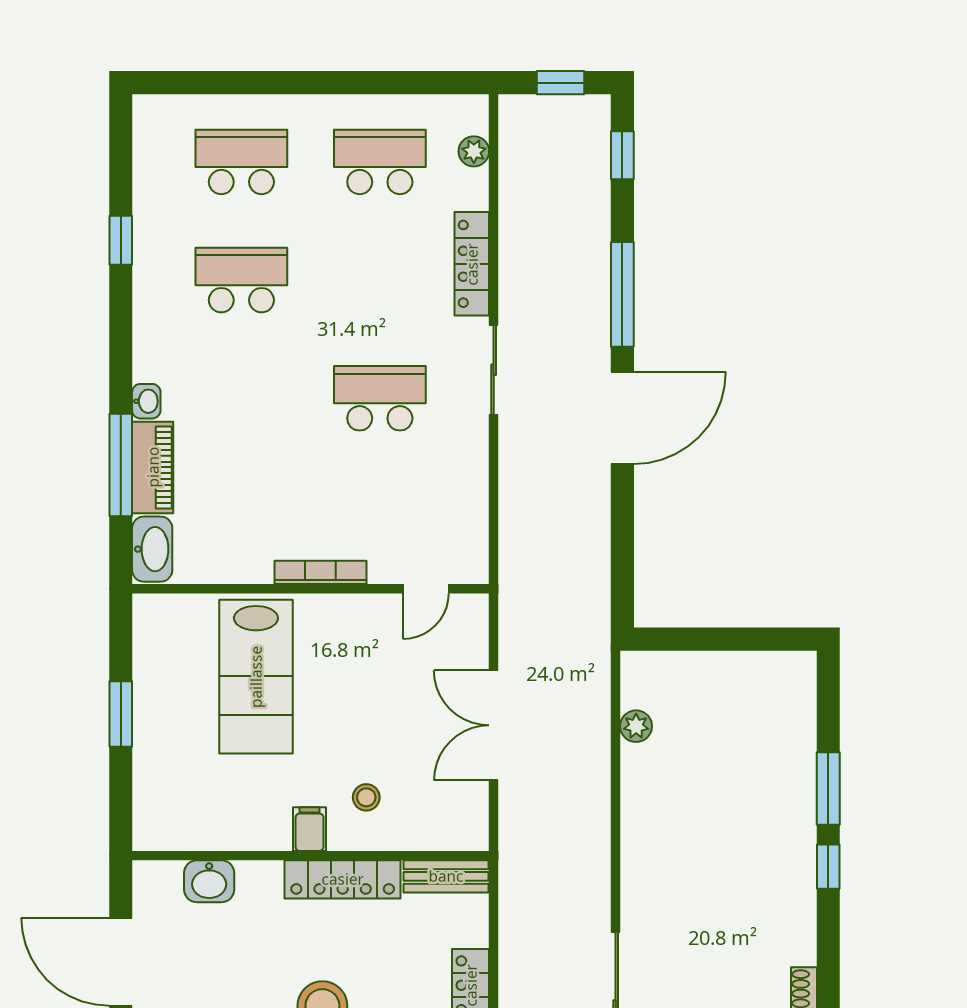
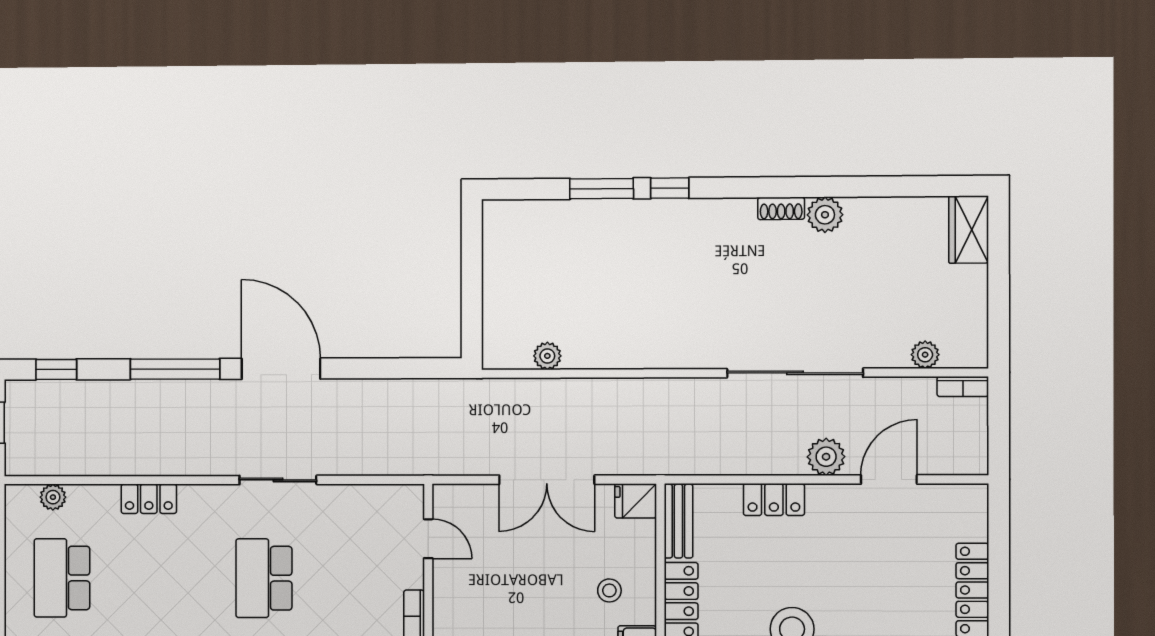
locker: (472, 264) -> (149, 499), width x0.66
sliding door: (494, 370) -> (278, 480), moved
fridge: (469, 827) -> (636, 501), added

